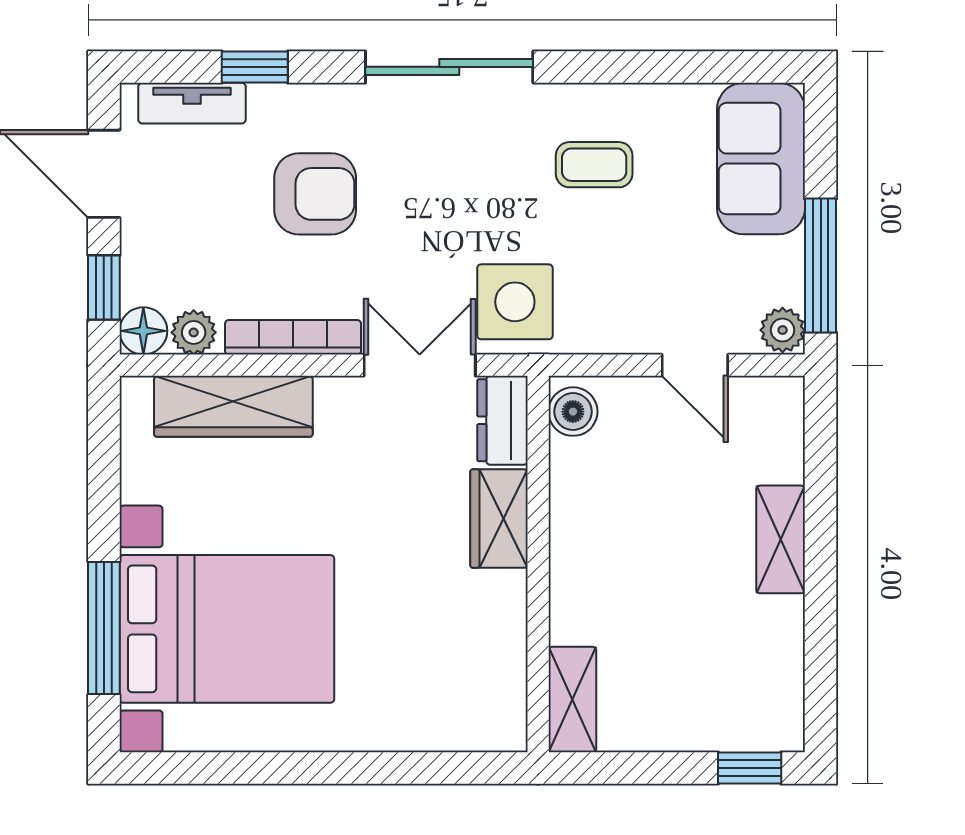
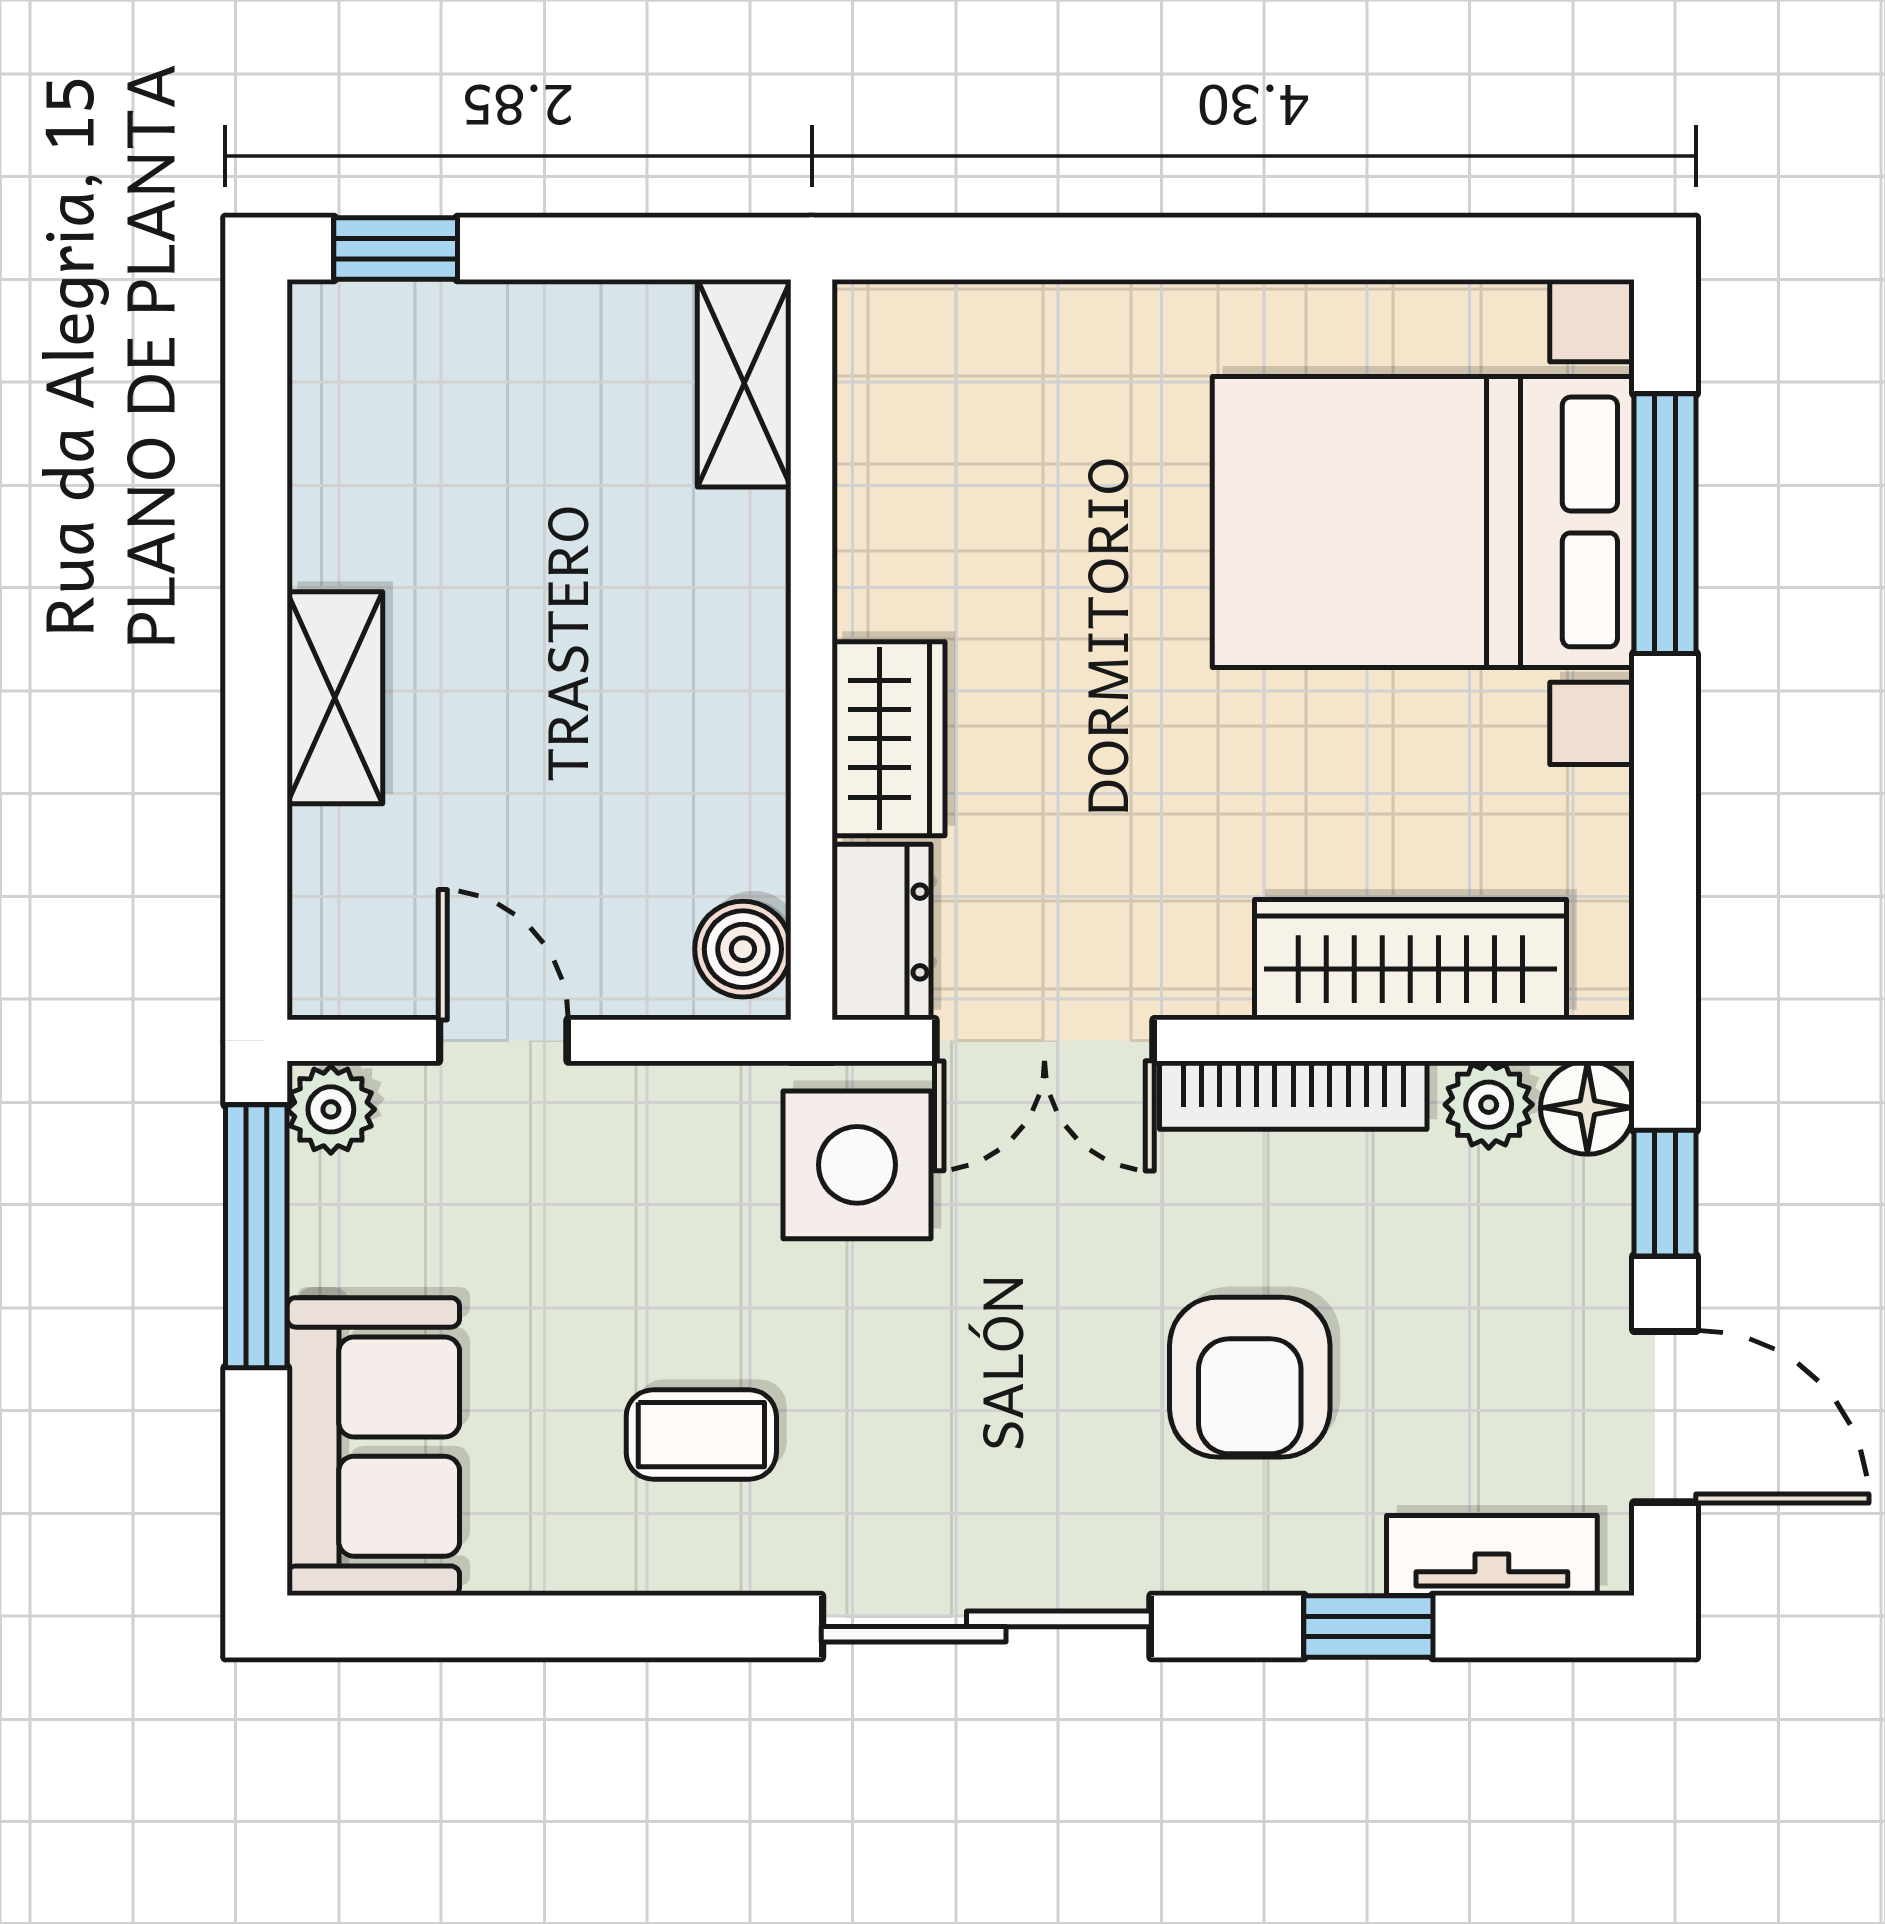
armchair: (315, 194) -> (1250, 1377), turned -90

